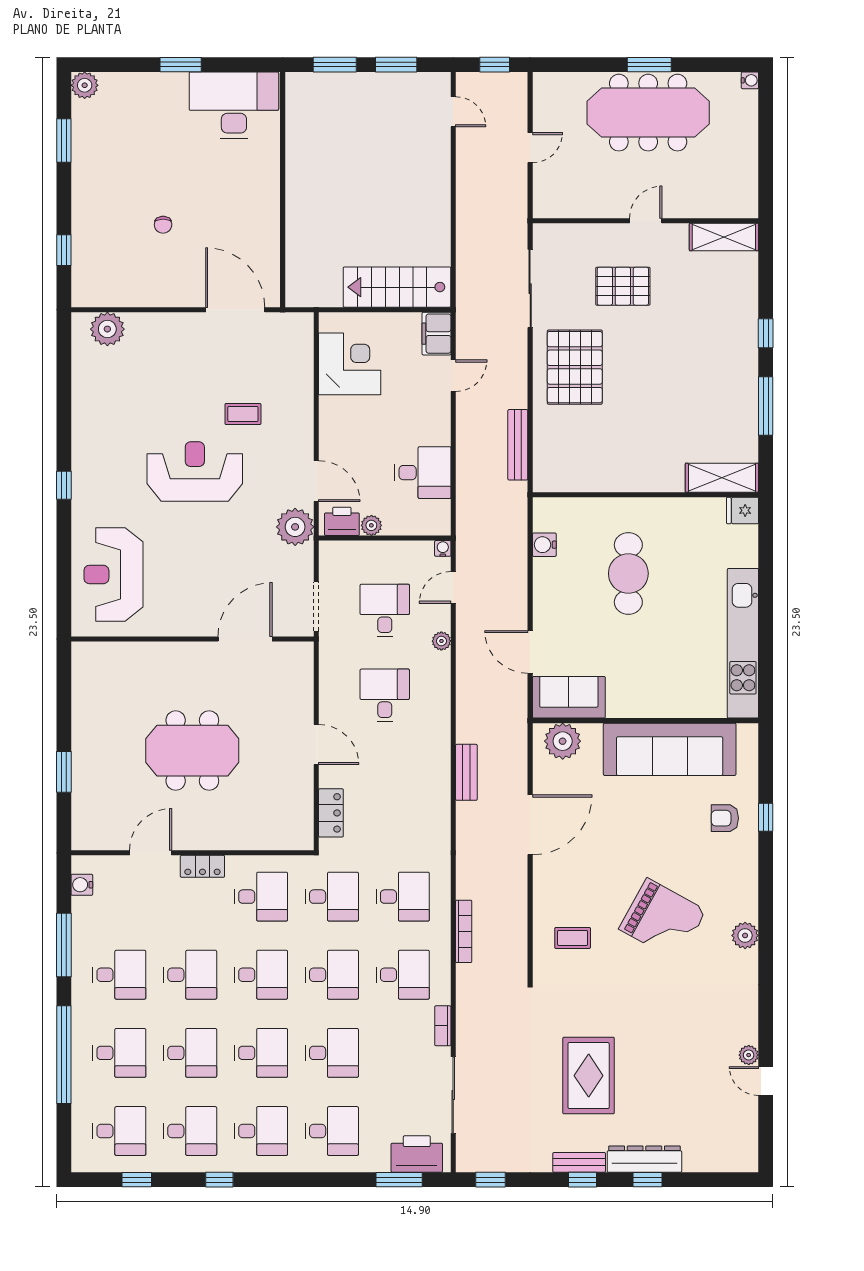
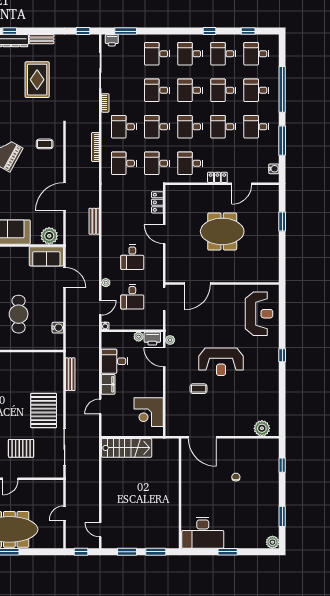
filing cabinet: (437, 334) -> (108, 384), moved
plant: (295, 527) -> (170, 340), width x0.53, depth x0.53
printer: (417, 1154) -> (112, 40), width x0.53, depth x0.68
window: (583, 1180) -> (40, 31), removed

